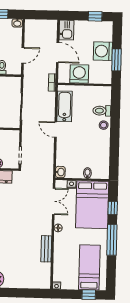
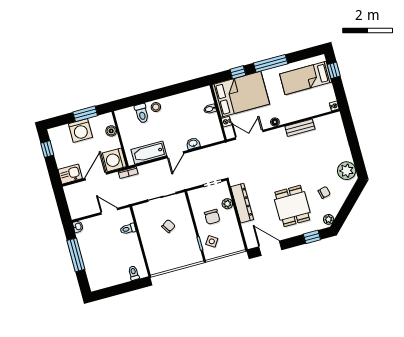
washing machine: (79, 74) -> (114, 160), moved
boiler: (94, 79) -> (111, 131), added
washbasin: (60, 172) -> (193, 143), moved

